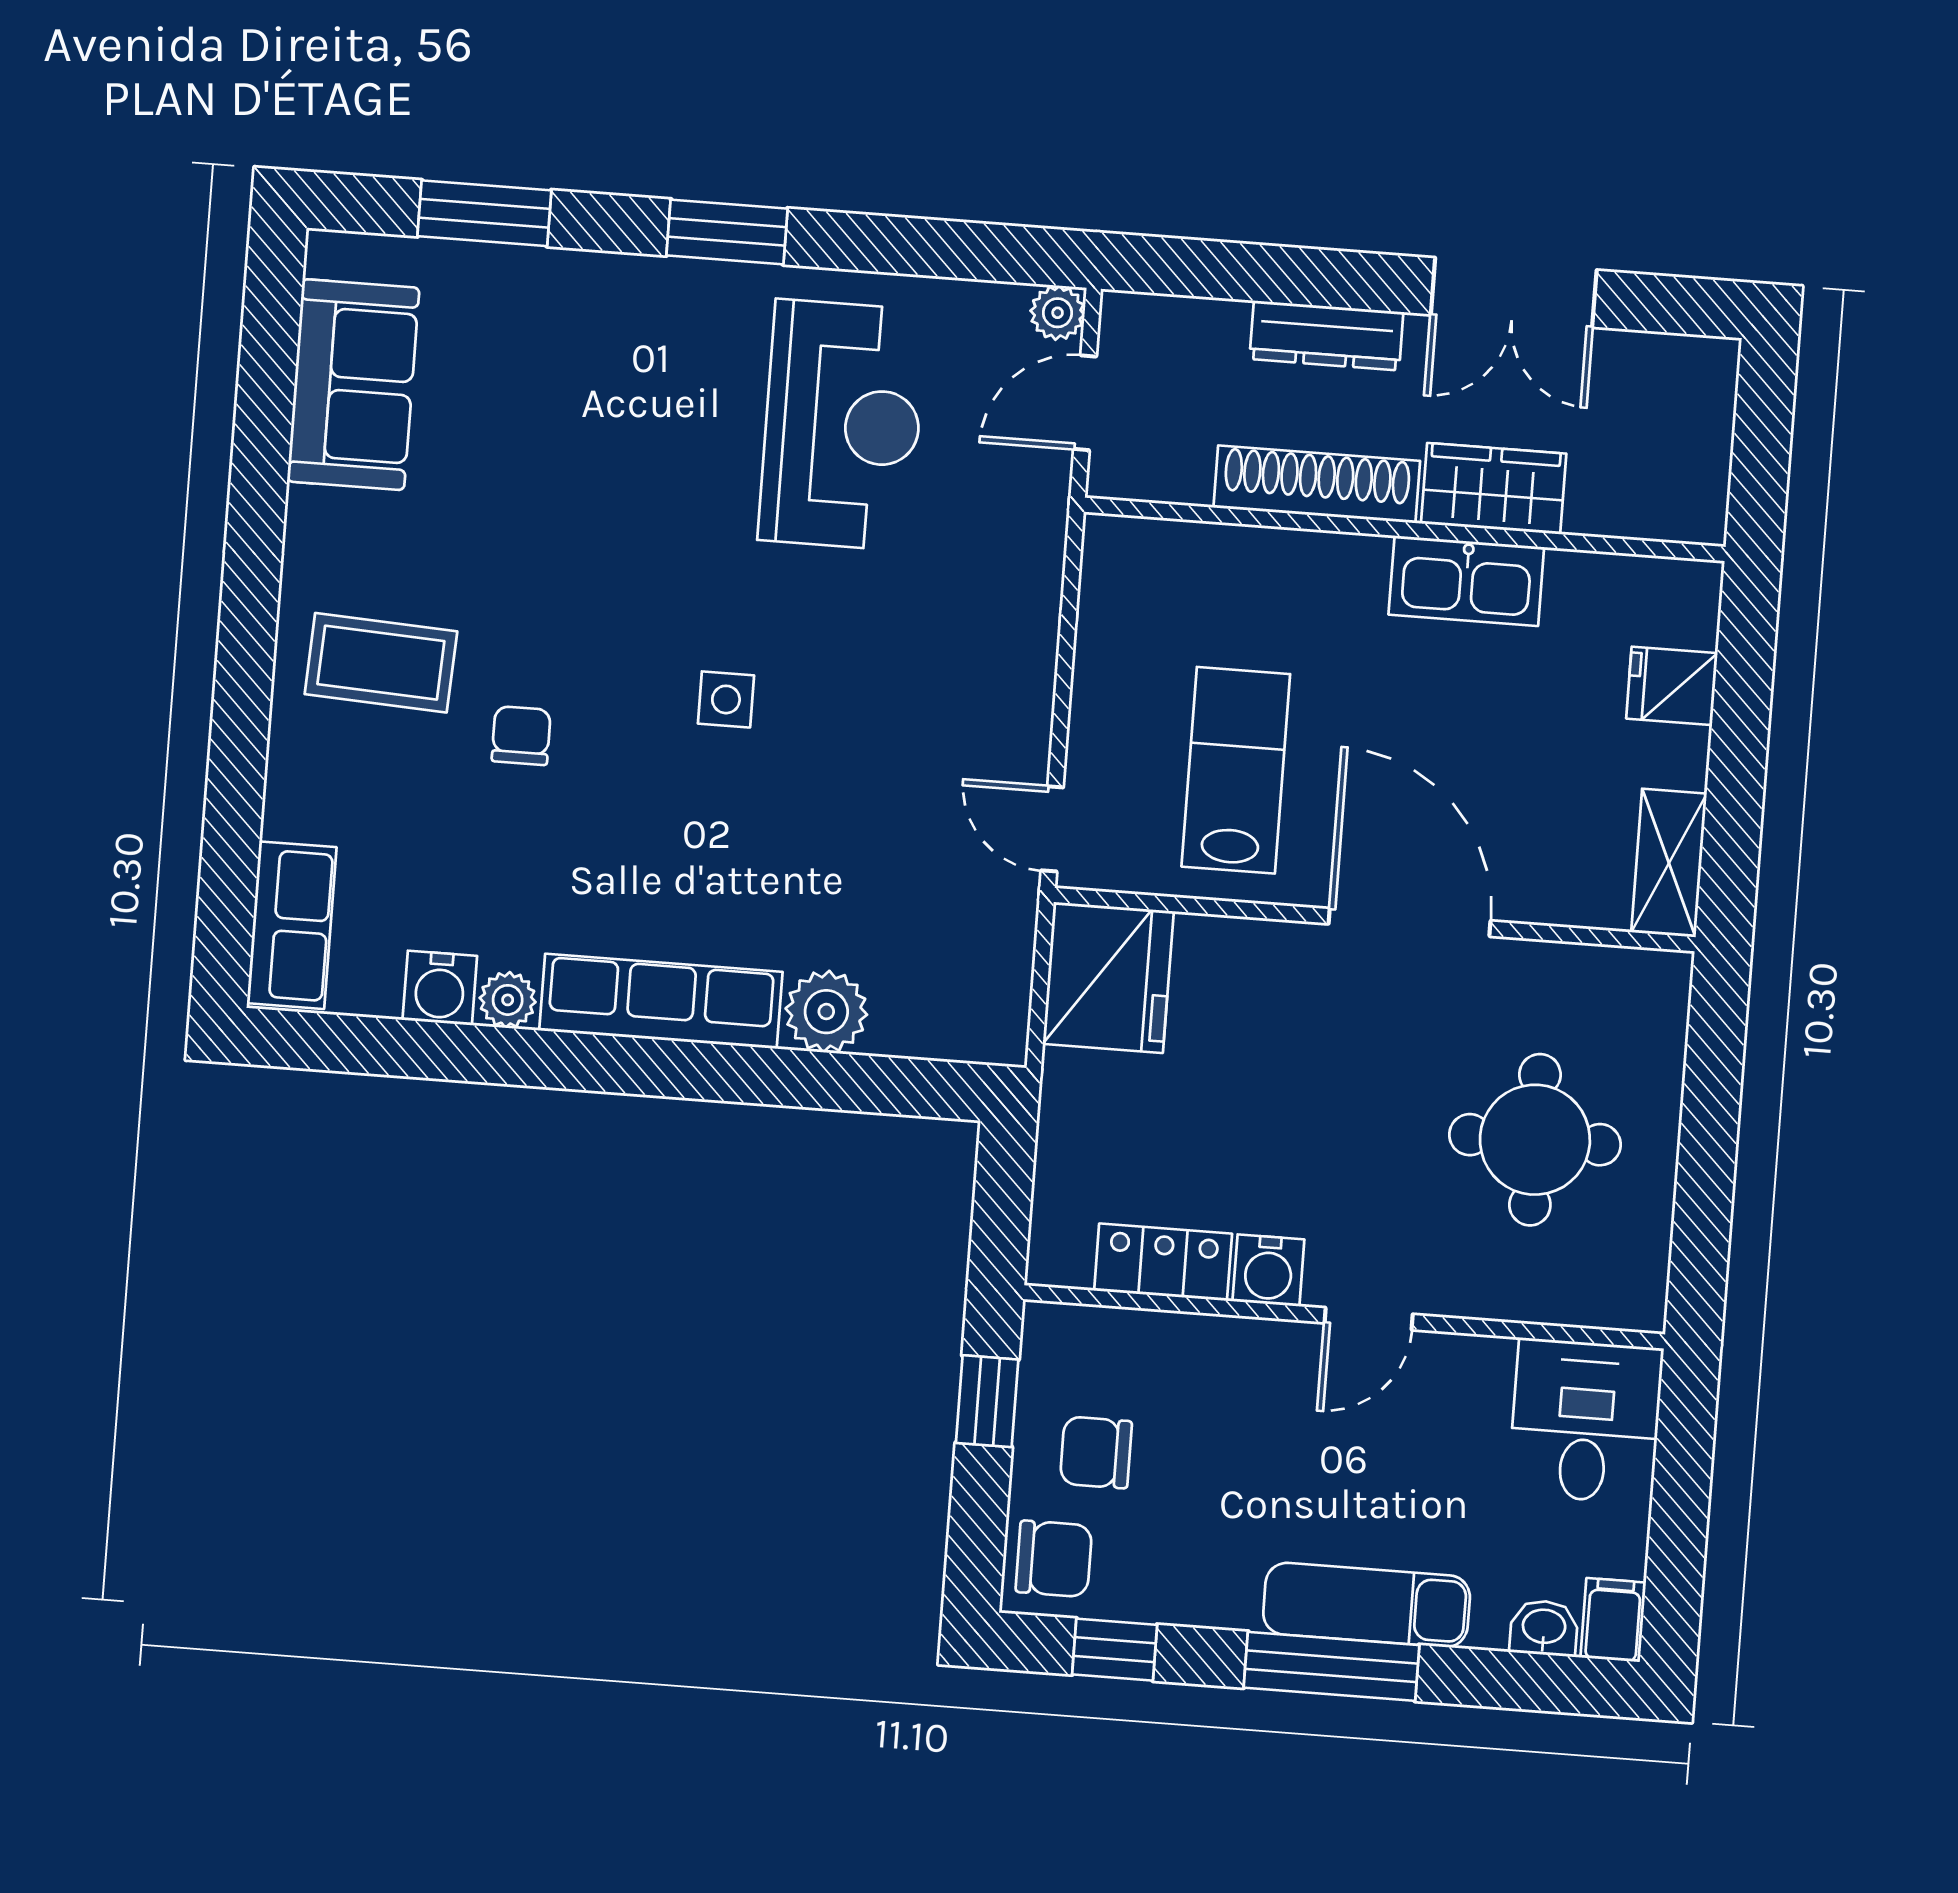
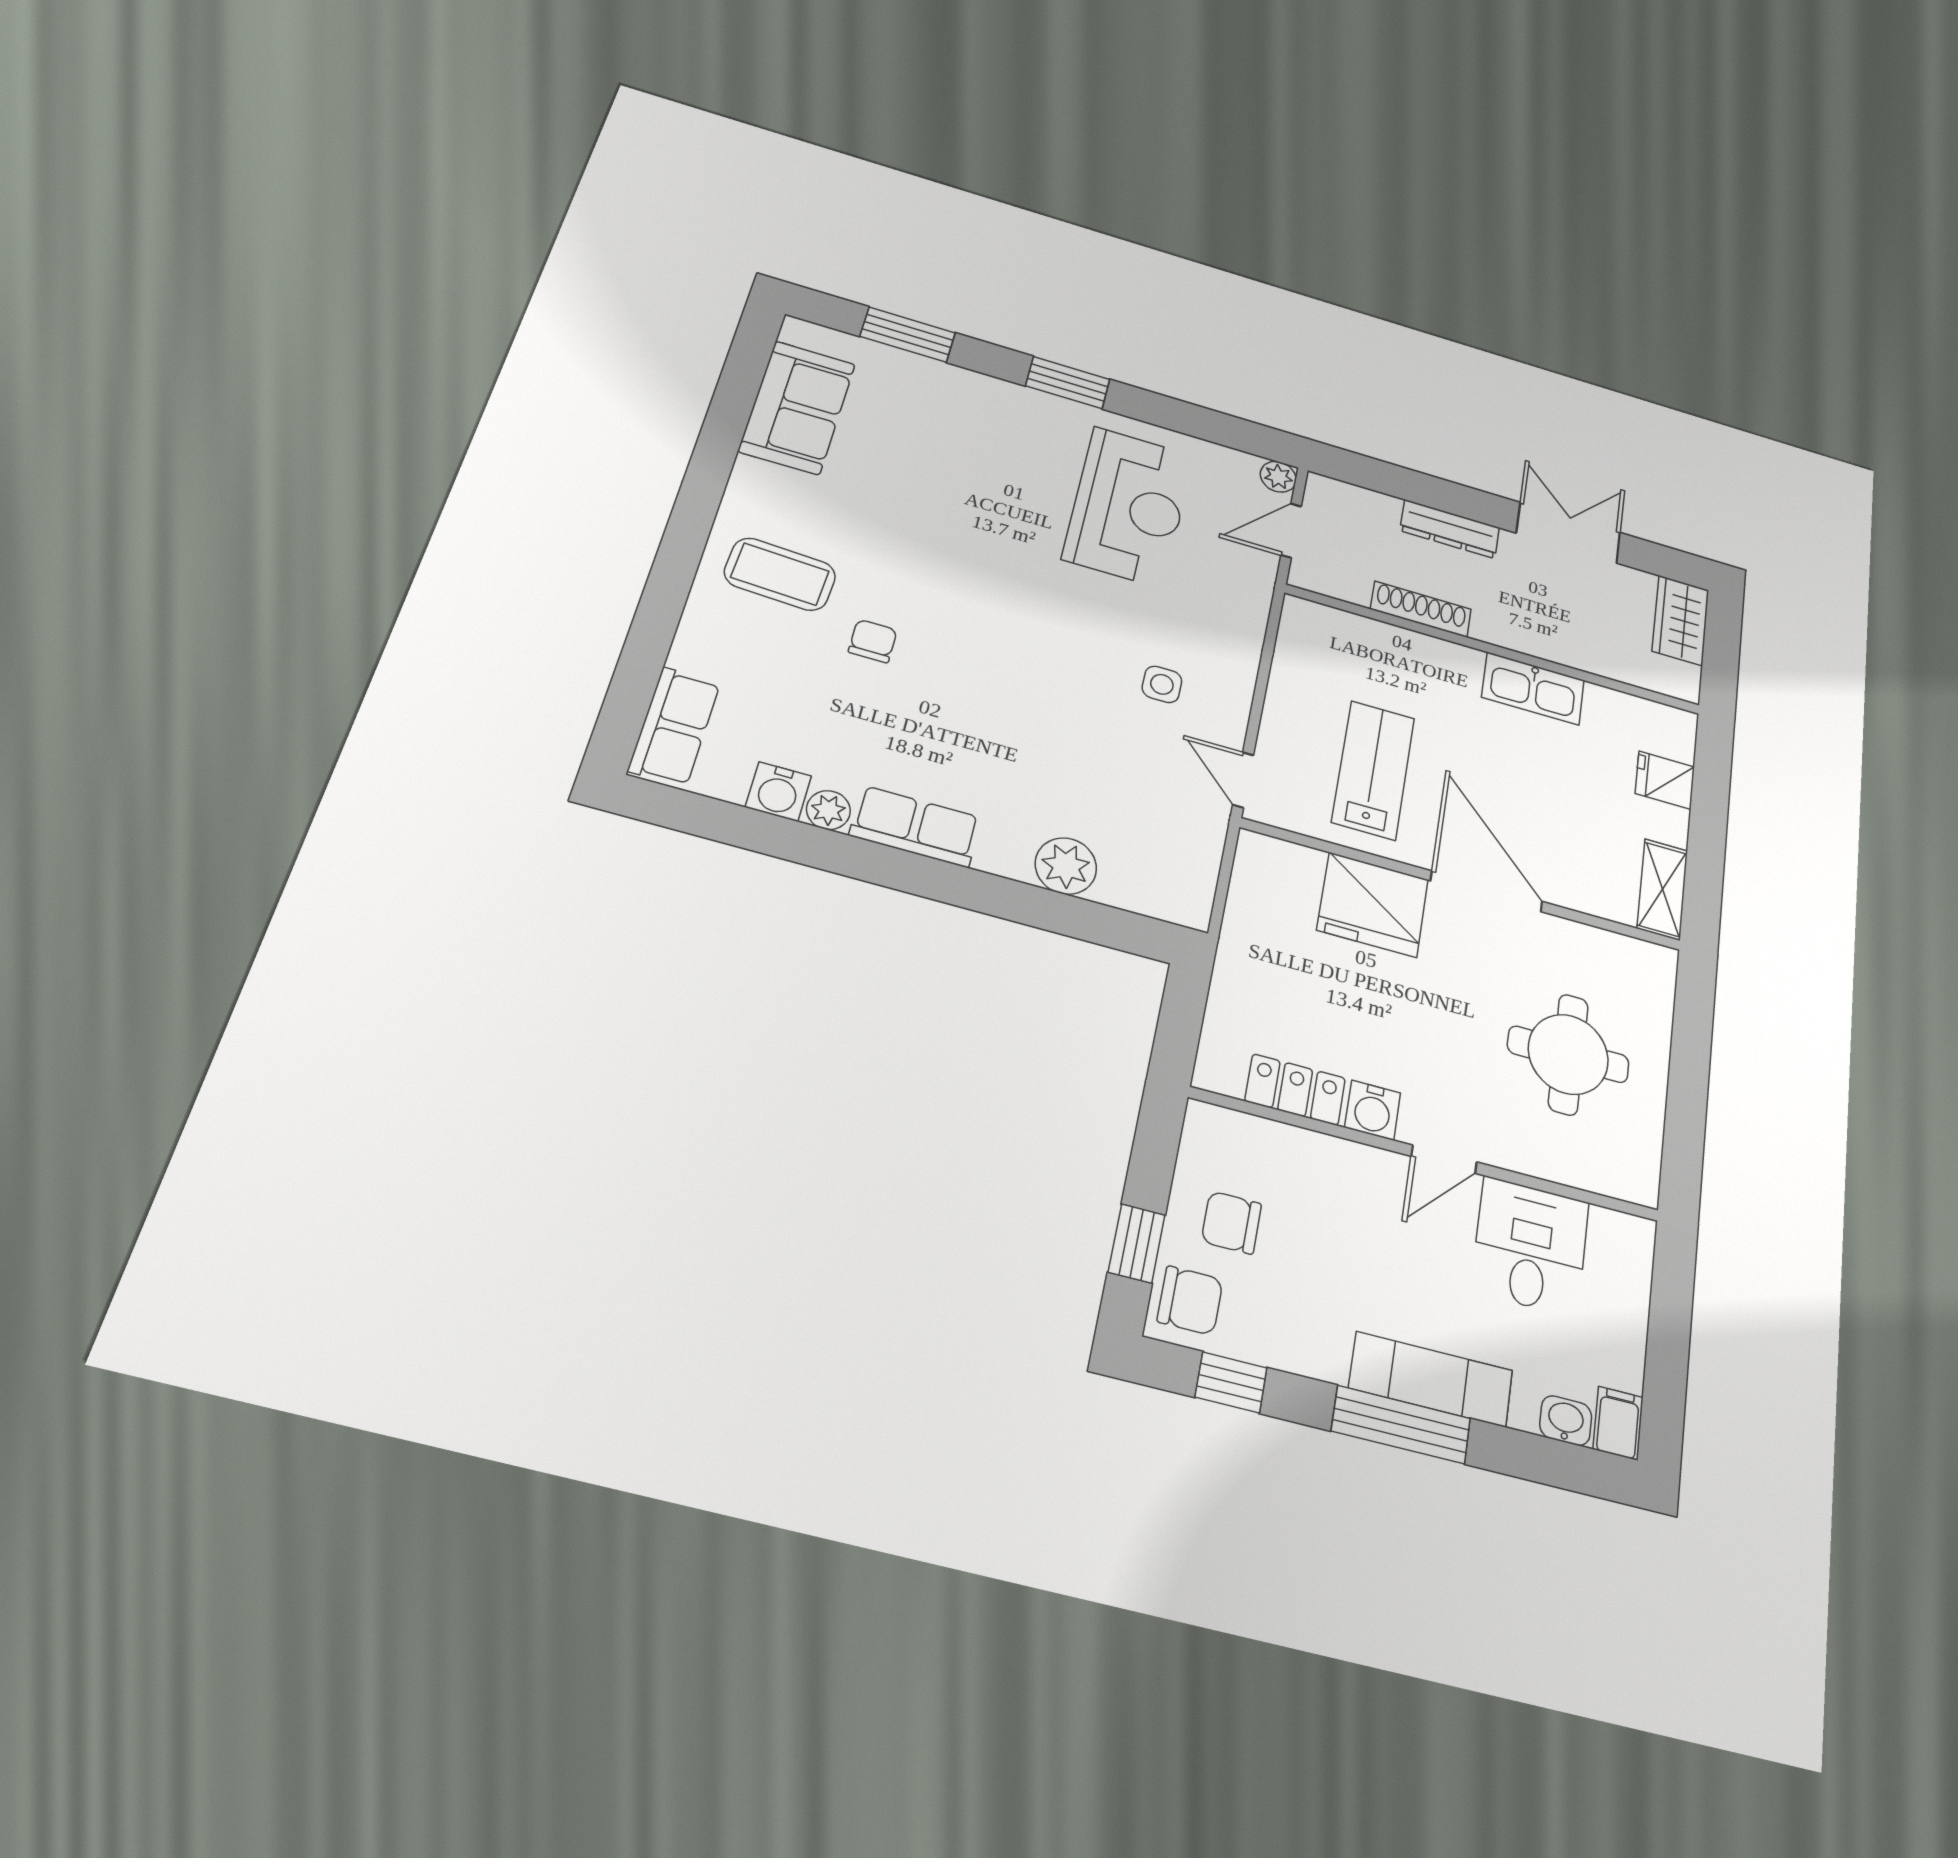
double door: (1514, 292) -> (1568, 533), swing flipped
shoe rack: (1317, 484) -> (1421, 609), width x0.74, depth x0.81
wardrobe: (1494, 489) -> (1681, 620), moved, turned -90
side table: (726, 699) -> (1162, 684), moved
fridge: (1108, 977) -> (1373, 905), moved, turned 90
row of seats: (661, 1001) -> (915, 826), width x0.68
window: (987, 1401) -> (1137, 1243), moved
desk: (1586, 1421) -> (1530, 1246), moved

